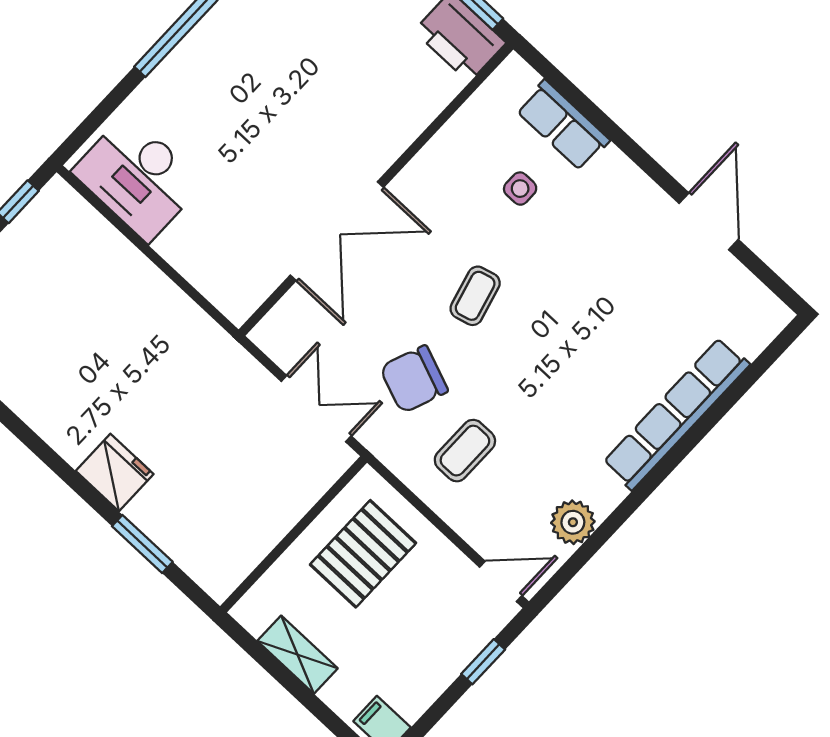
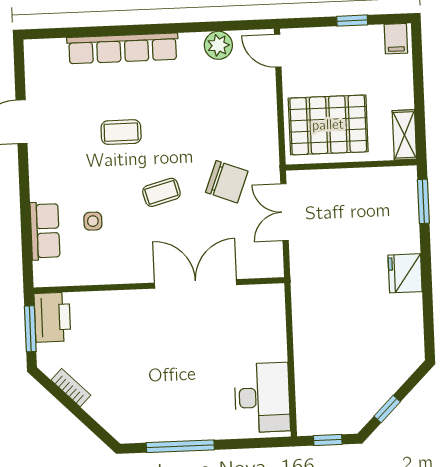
coffee table: (465, 451) -> (121, 132), moved
window: (142, 544) -> (423, 201), moved
pallet: (363, 554) -> (328, 125), width x1.37, depth x1.41
shelving: (298, 655) -> (404, 135), moved
window: (483, 662) -> (352, 21), moved

